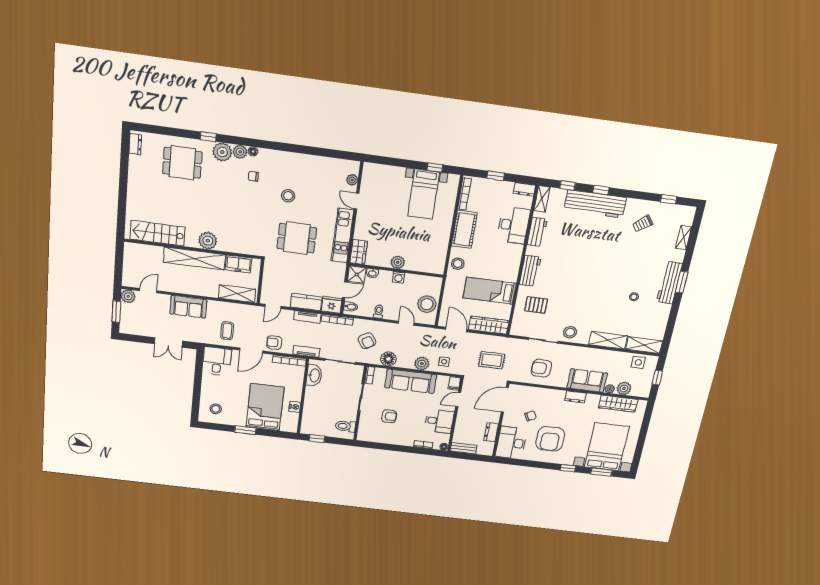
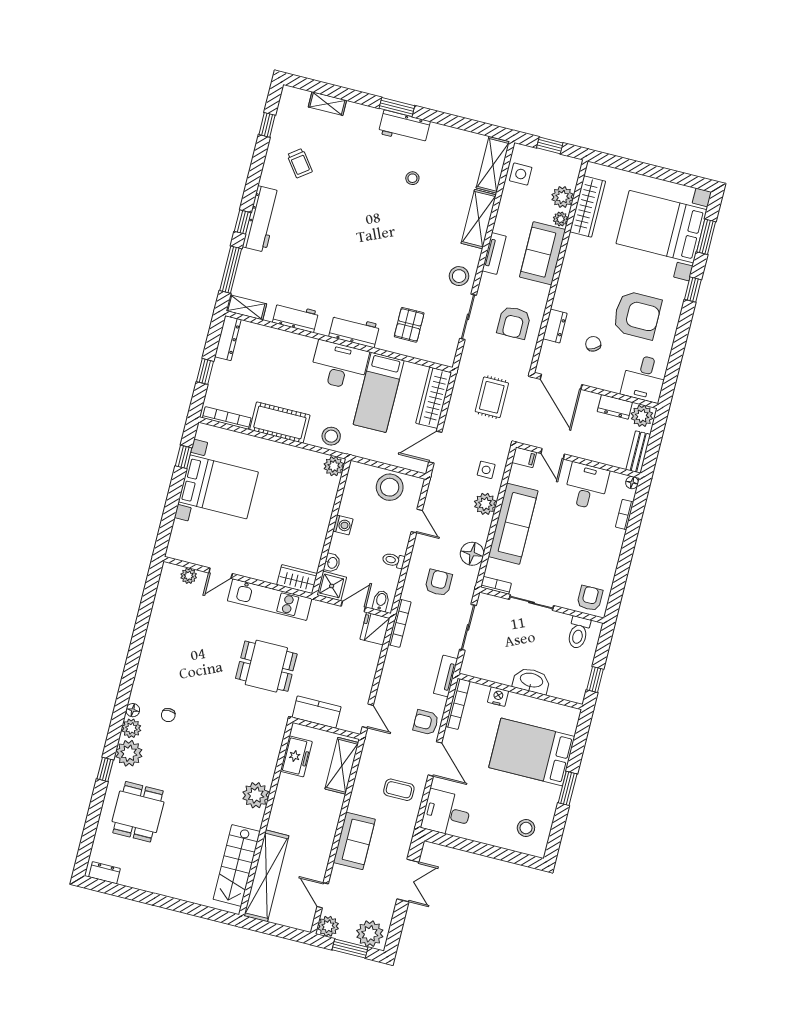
window: (568, 185) -> (231, 270), width x2.17
dresser: (524, 189) -> (228, 338), width x1.44
bed with nightstands: (424, 194) -> (218, 487), width x1.36
stool: (288, 196) -> (202, 670), removed
workbench: (595, 204) -> (261, 219), width x0.73, depth x0.76
desk: (513, 225) -> (339, 365), moved
dining table: (297, 238) -> (266, 666), turned 90
shelving: (195, 258) -> (266, 876), moved
plant: (398, 262) -> (334, 466), moved
workbench: (669, 283) -> (404, 127), width x0.73
door: (345, 290) -> (353, 607), hinge flipped
kitchen counter: (306, 302) -> (317, 712), moved, turned 90
tv unit: (307, 317) -> (494, 254), moved
plant: (129, 323) -> (370, 934), added
door: (406, 323) -> (417, 521), swing flipped
armchair: (367, 341) -> (439, 583), turned -57
armchair: (274, 342) -> (426, 722), turned 90
washbasin: (314, 375) -> (531, 681), moved
dresser: (575, 397) -> (555, 326), moved
nightstand: (295, 407) -> (498, 697), moved
armchair: (389, 416) -> (590, 598), moved
desk: (511, 443) -> (644, 378), width x0.73
plant: (487, 448) -> (642, 416), added

